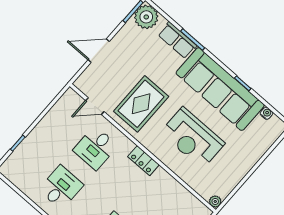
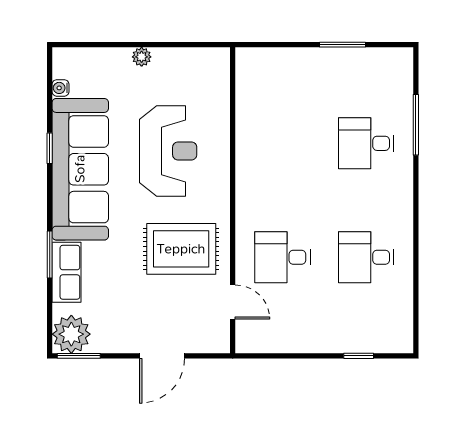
door: (99, 51) -> (162, 356), hinge flipped
desk: (95, 148) -> (282, 257), turned 180
locker: (143, 161) -> (247, 186), removed
plant: (215, 201) -> (142, 57), moved

